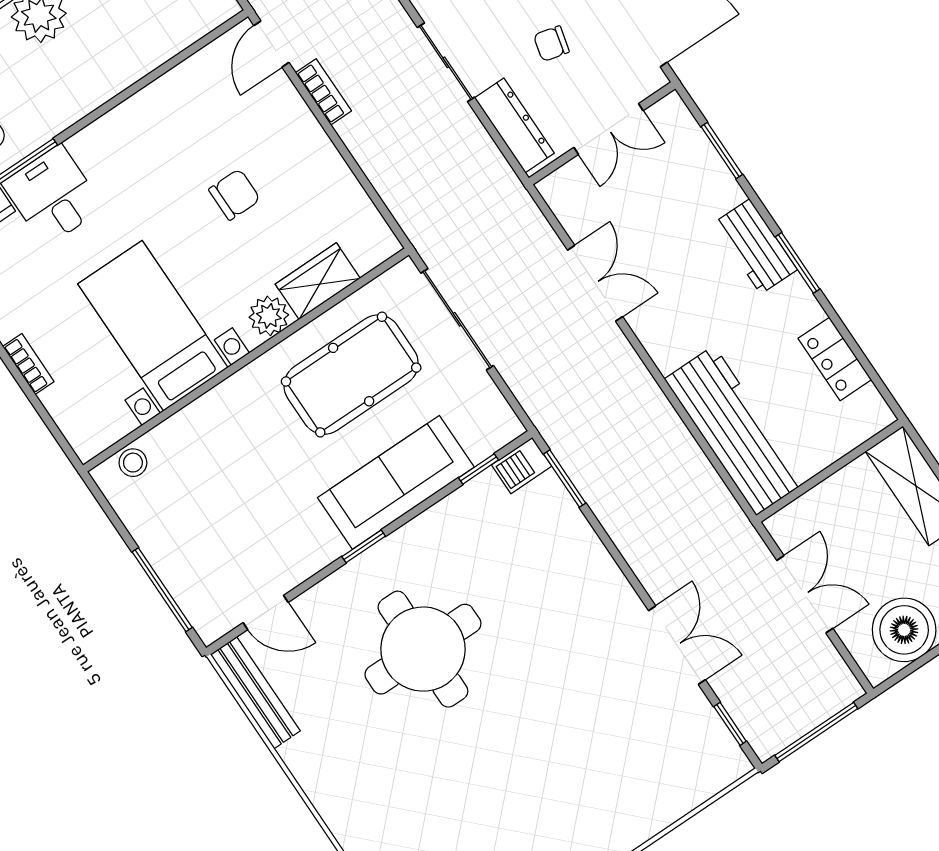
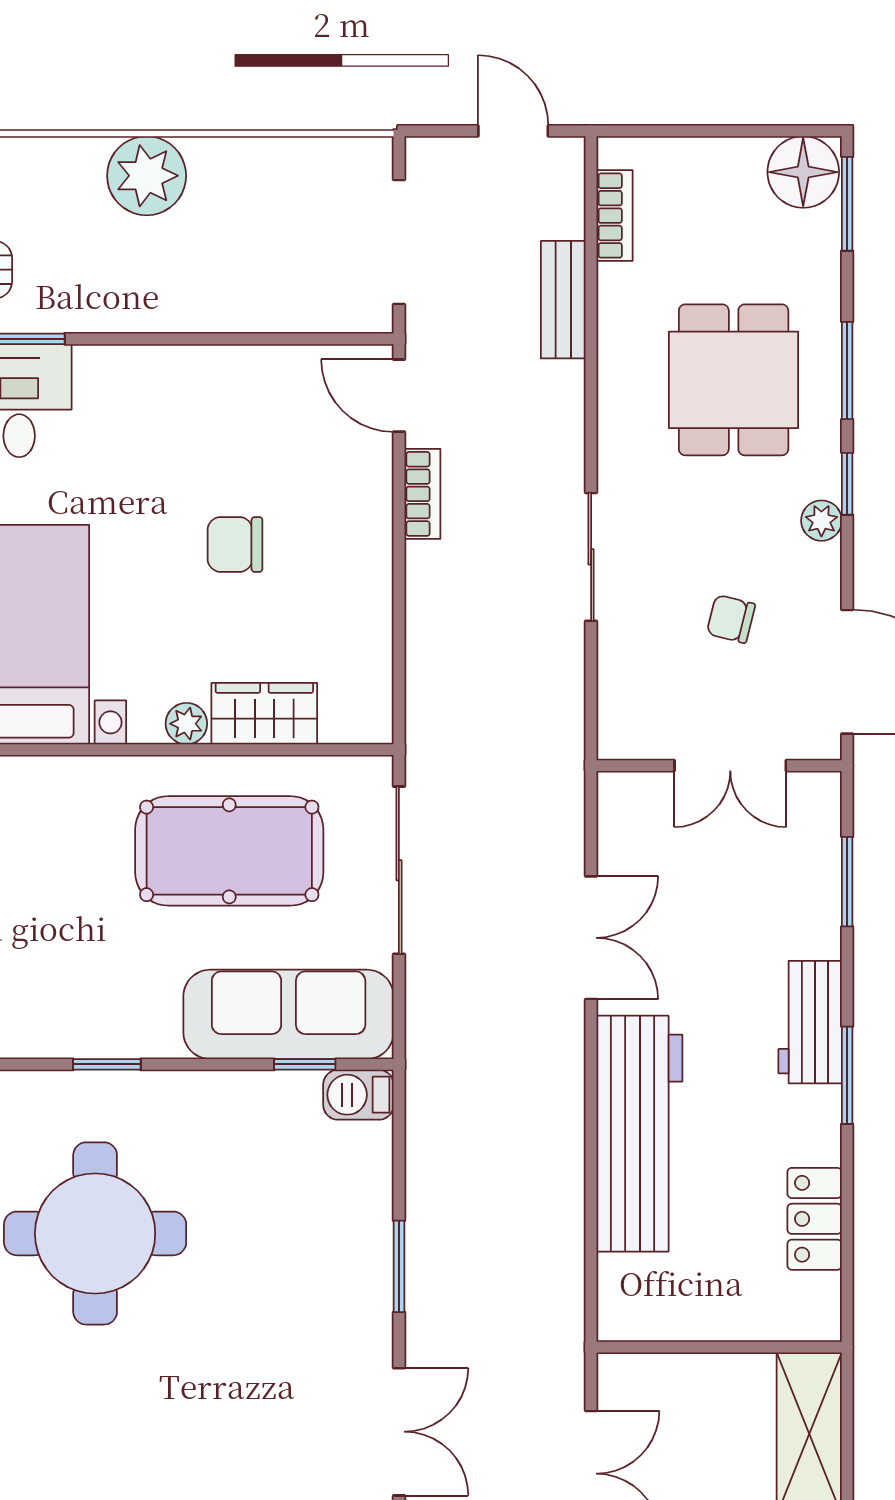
door: (271, 44) -> (399, 396), hinge flipped
dresser: (514, 125) -> (622, 686), removed
chair: (234, 194) -> (235, 544), turned 180
plant: (269, 316) -> (186, 724), width x0.73, depth x0.73
workbench: (735, 430) -> (639, 1134), moved
window: (565, 479) -> (399, 1266), moved
sofa: (396, 482) -> (289, 1014), moved

